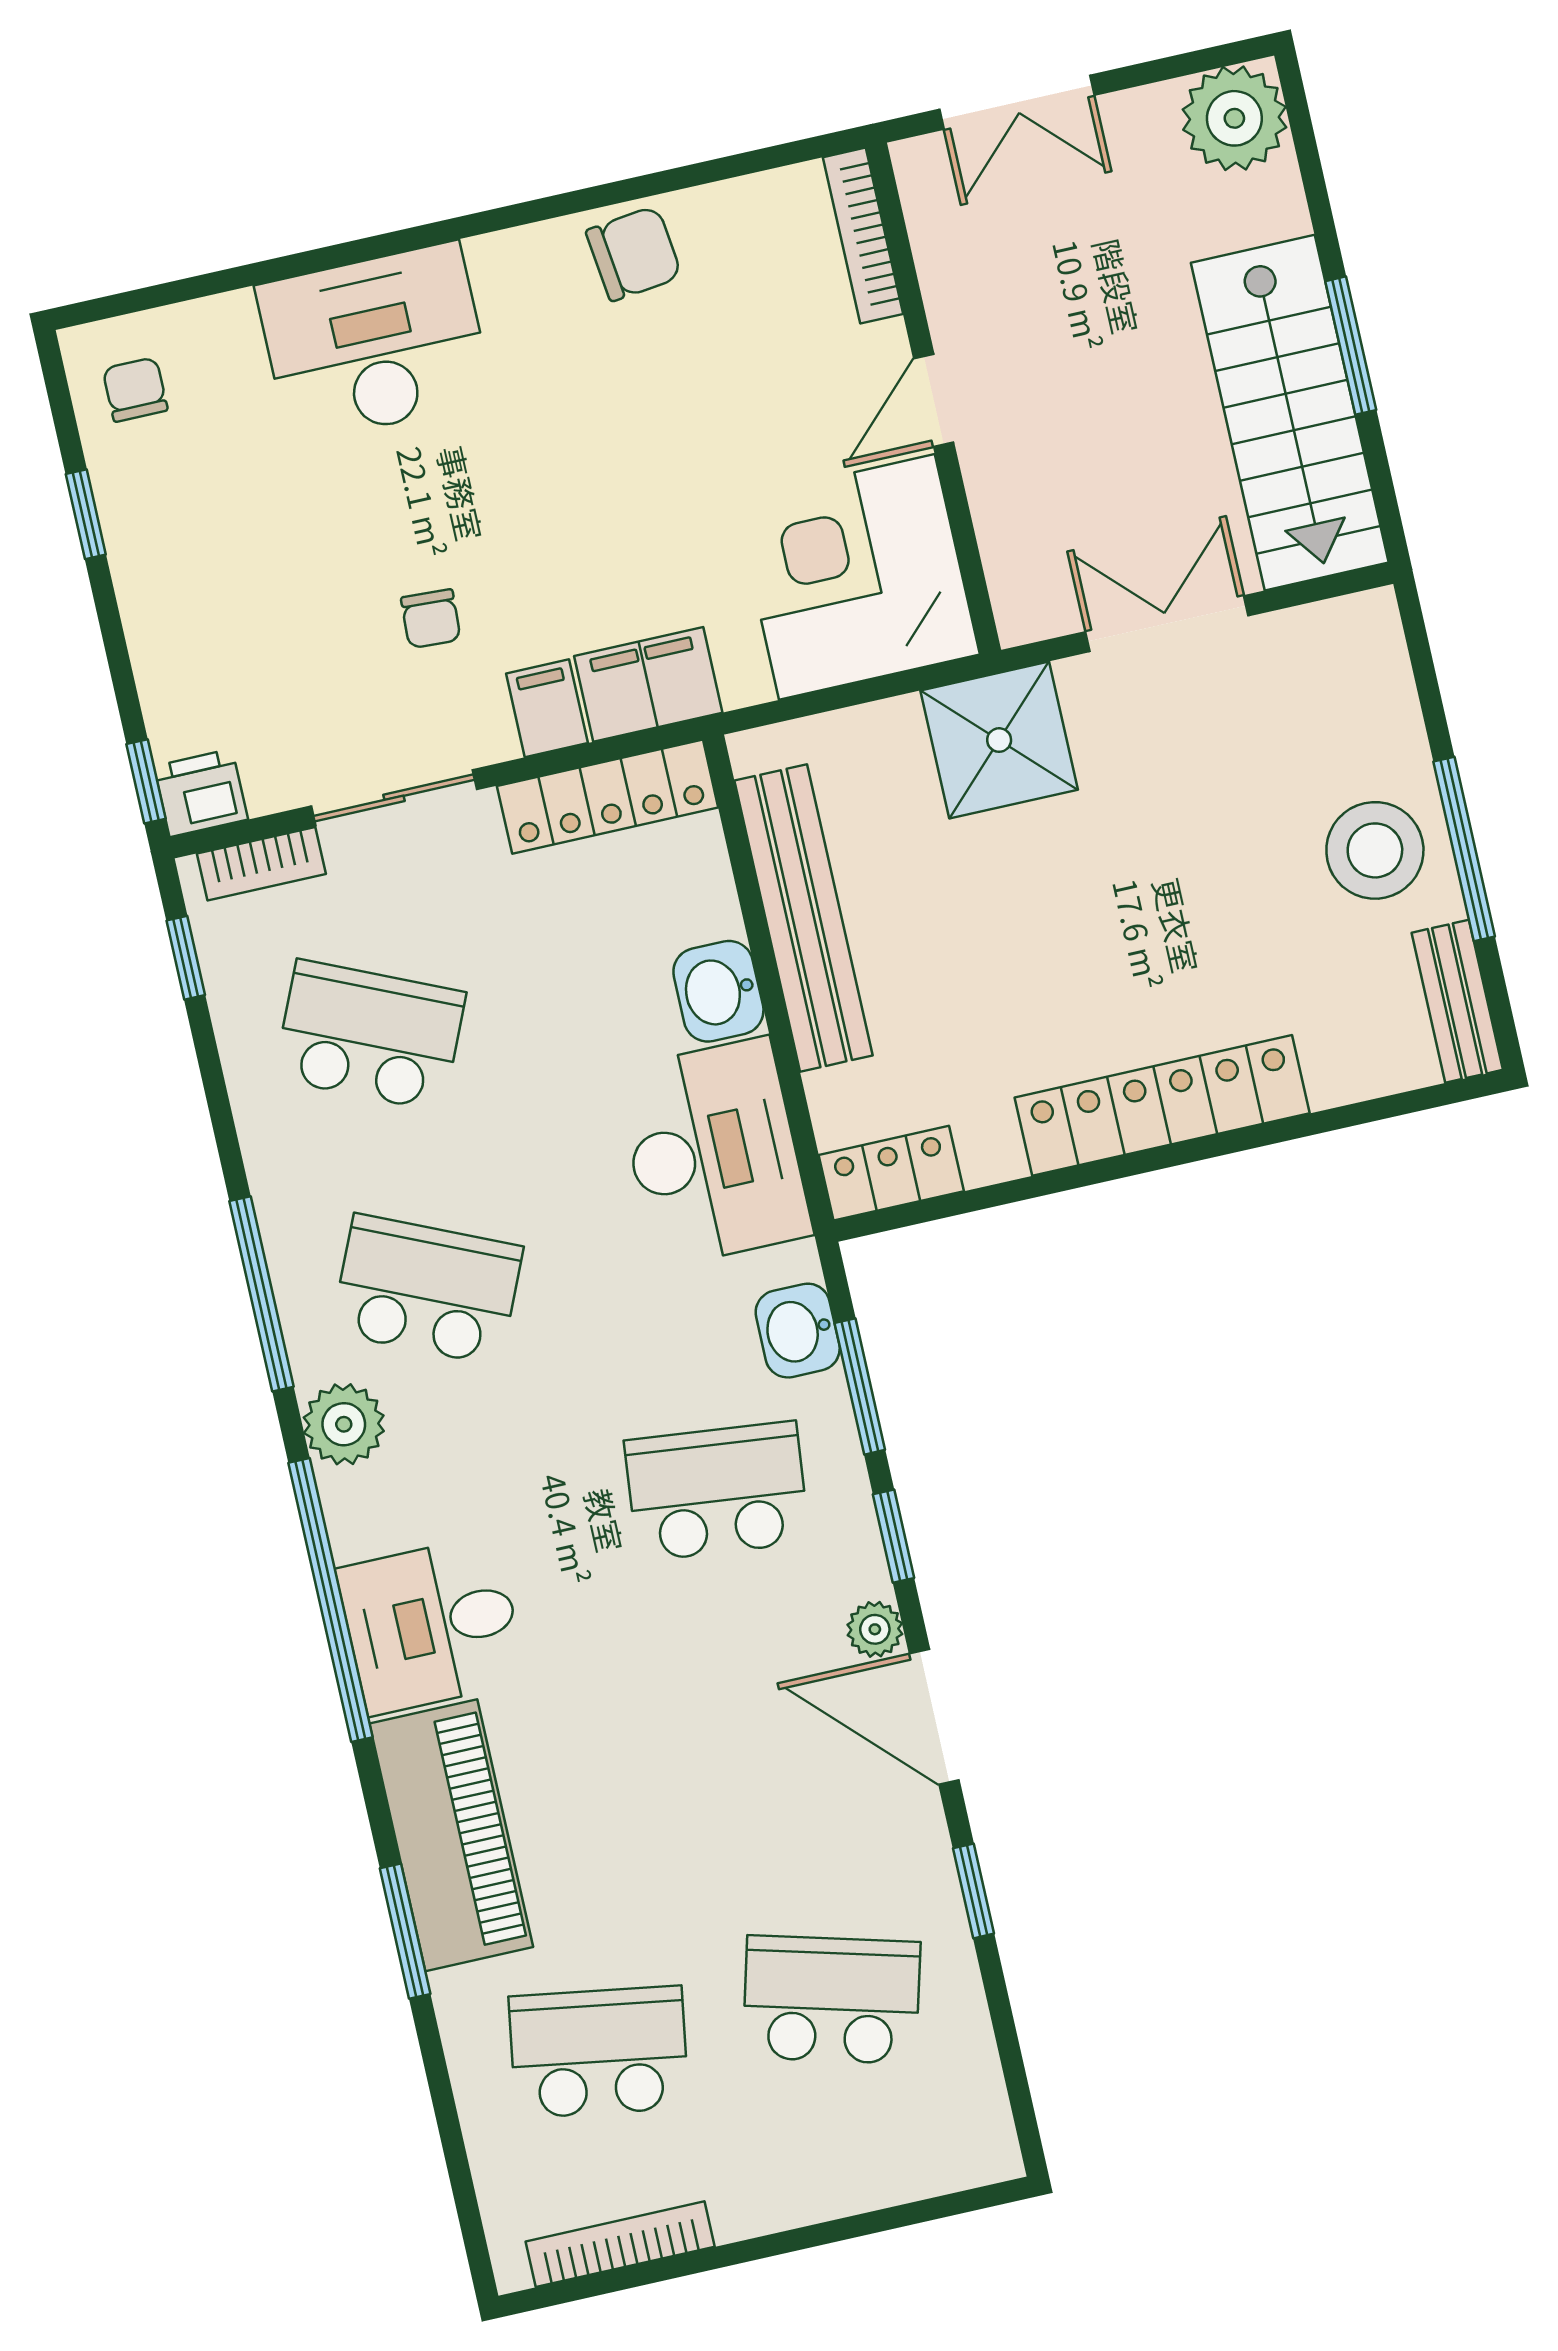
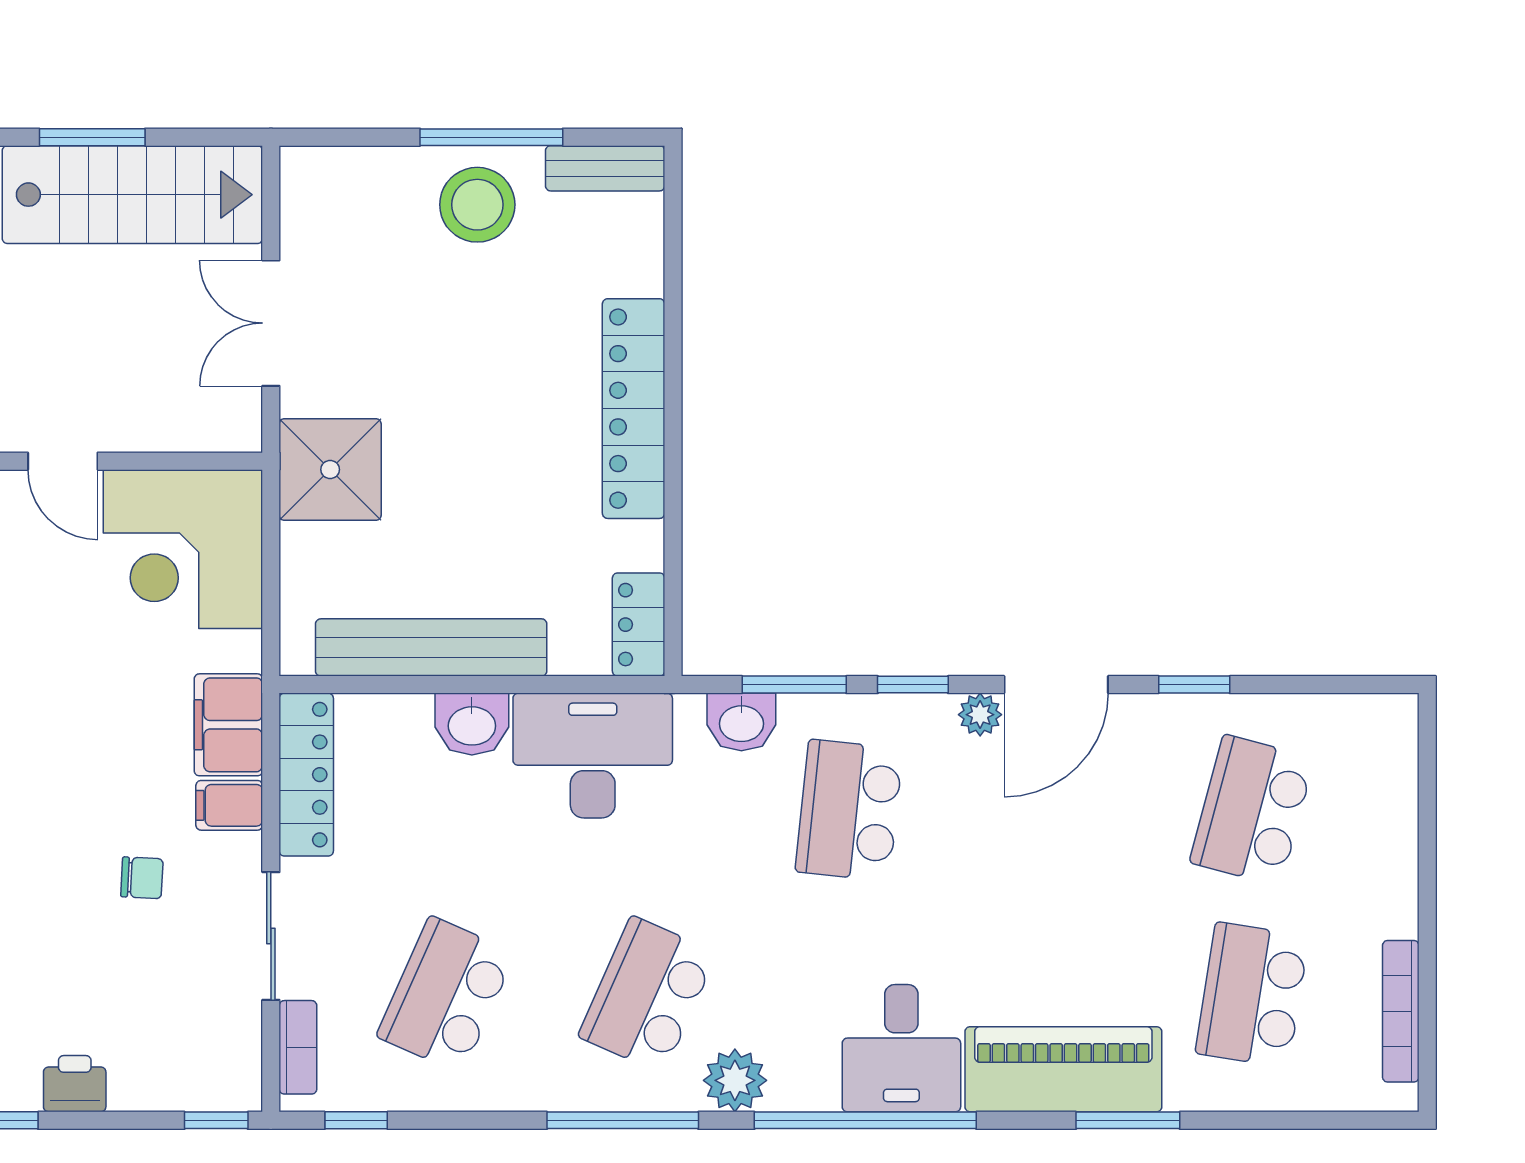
printer: (201, 793) -> (75, 1084), moved, turned 90

